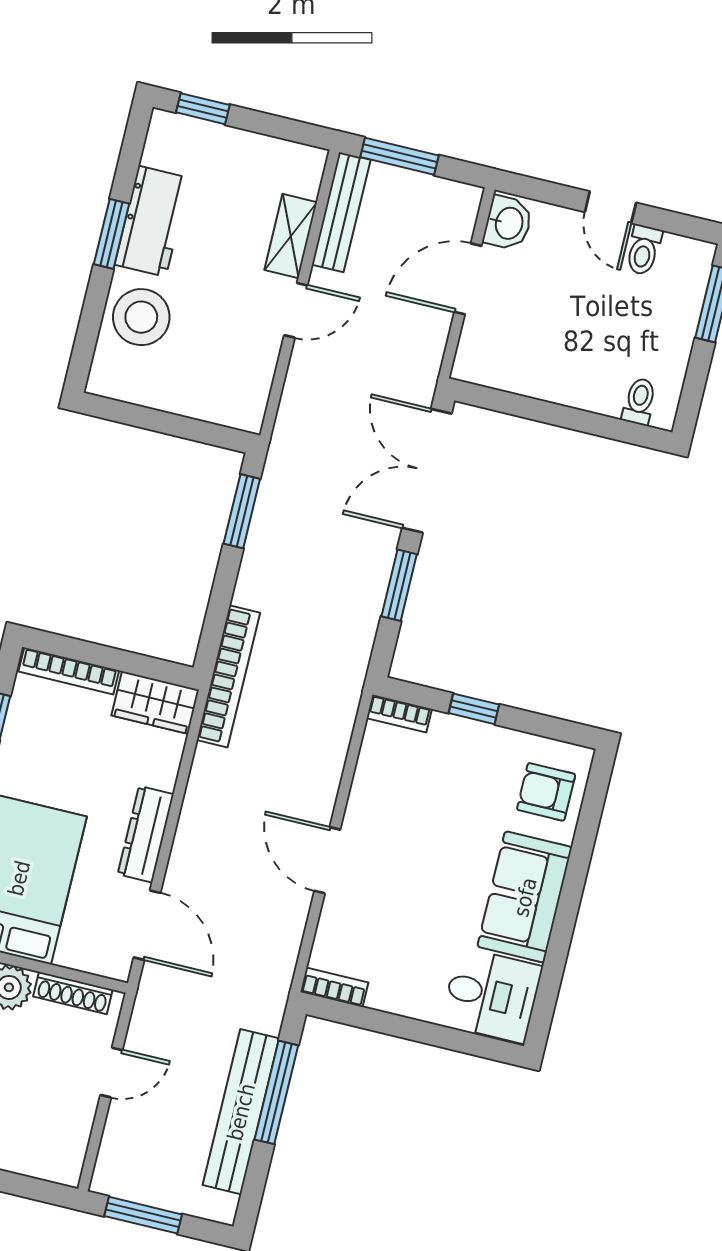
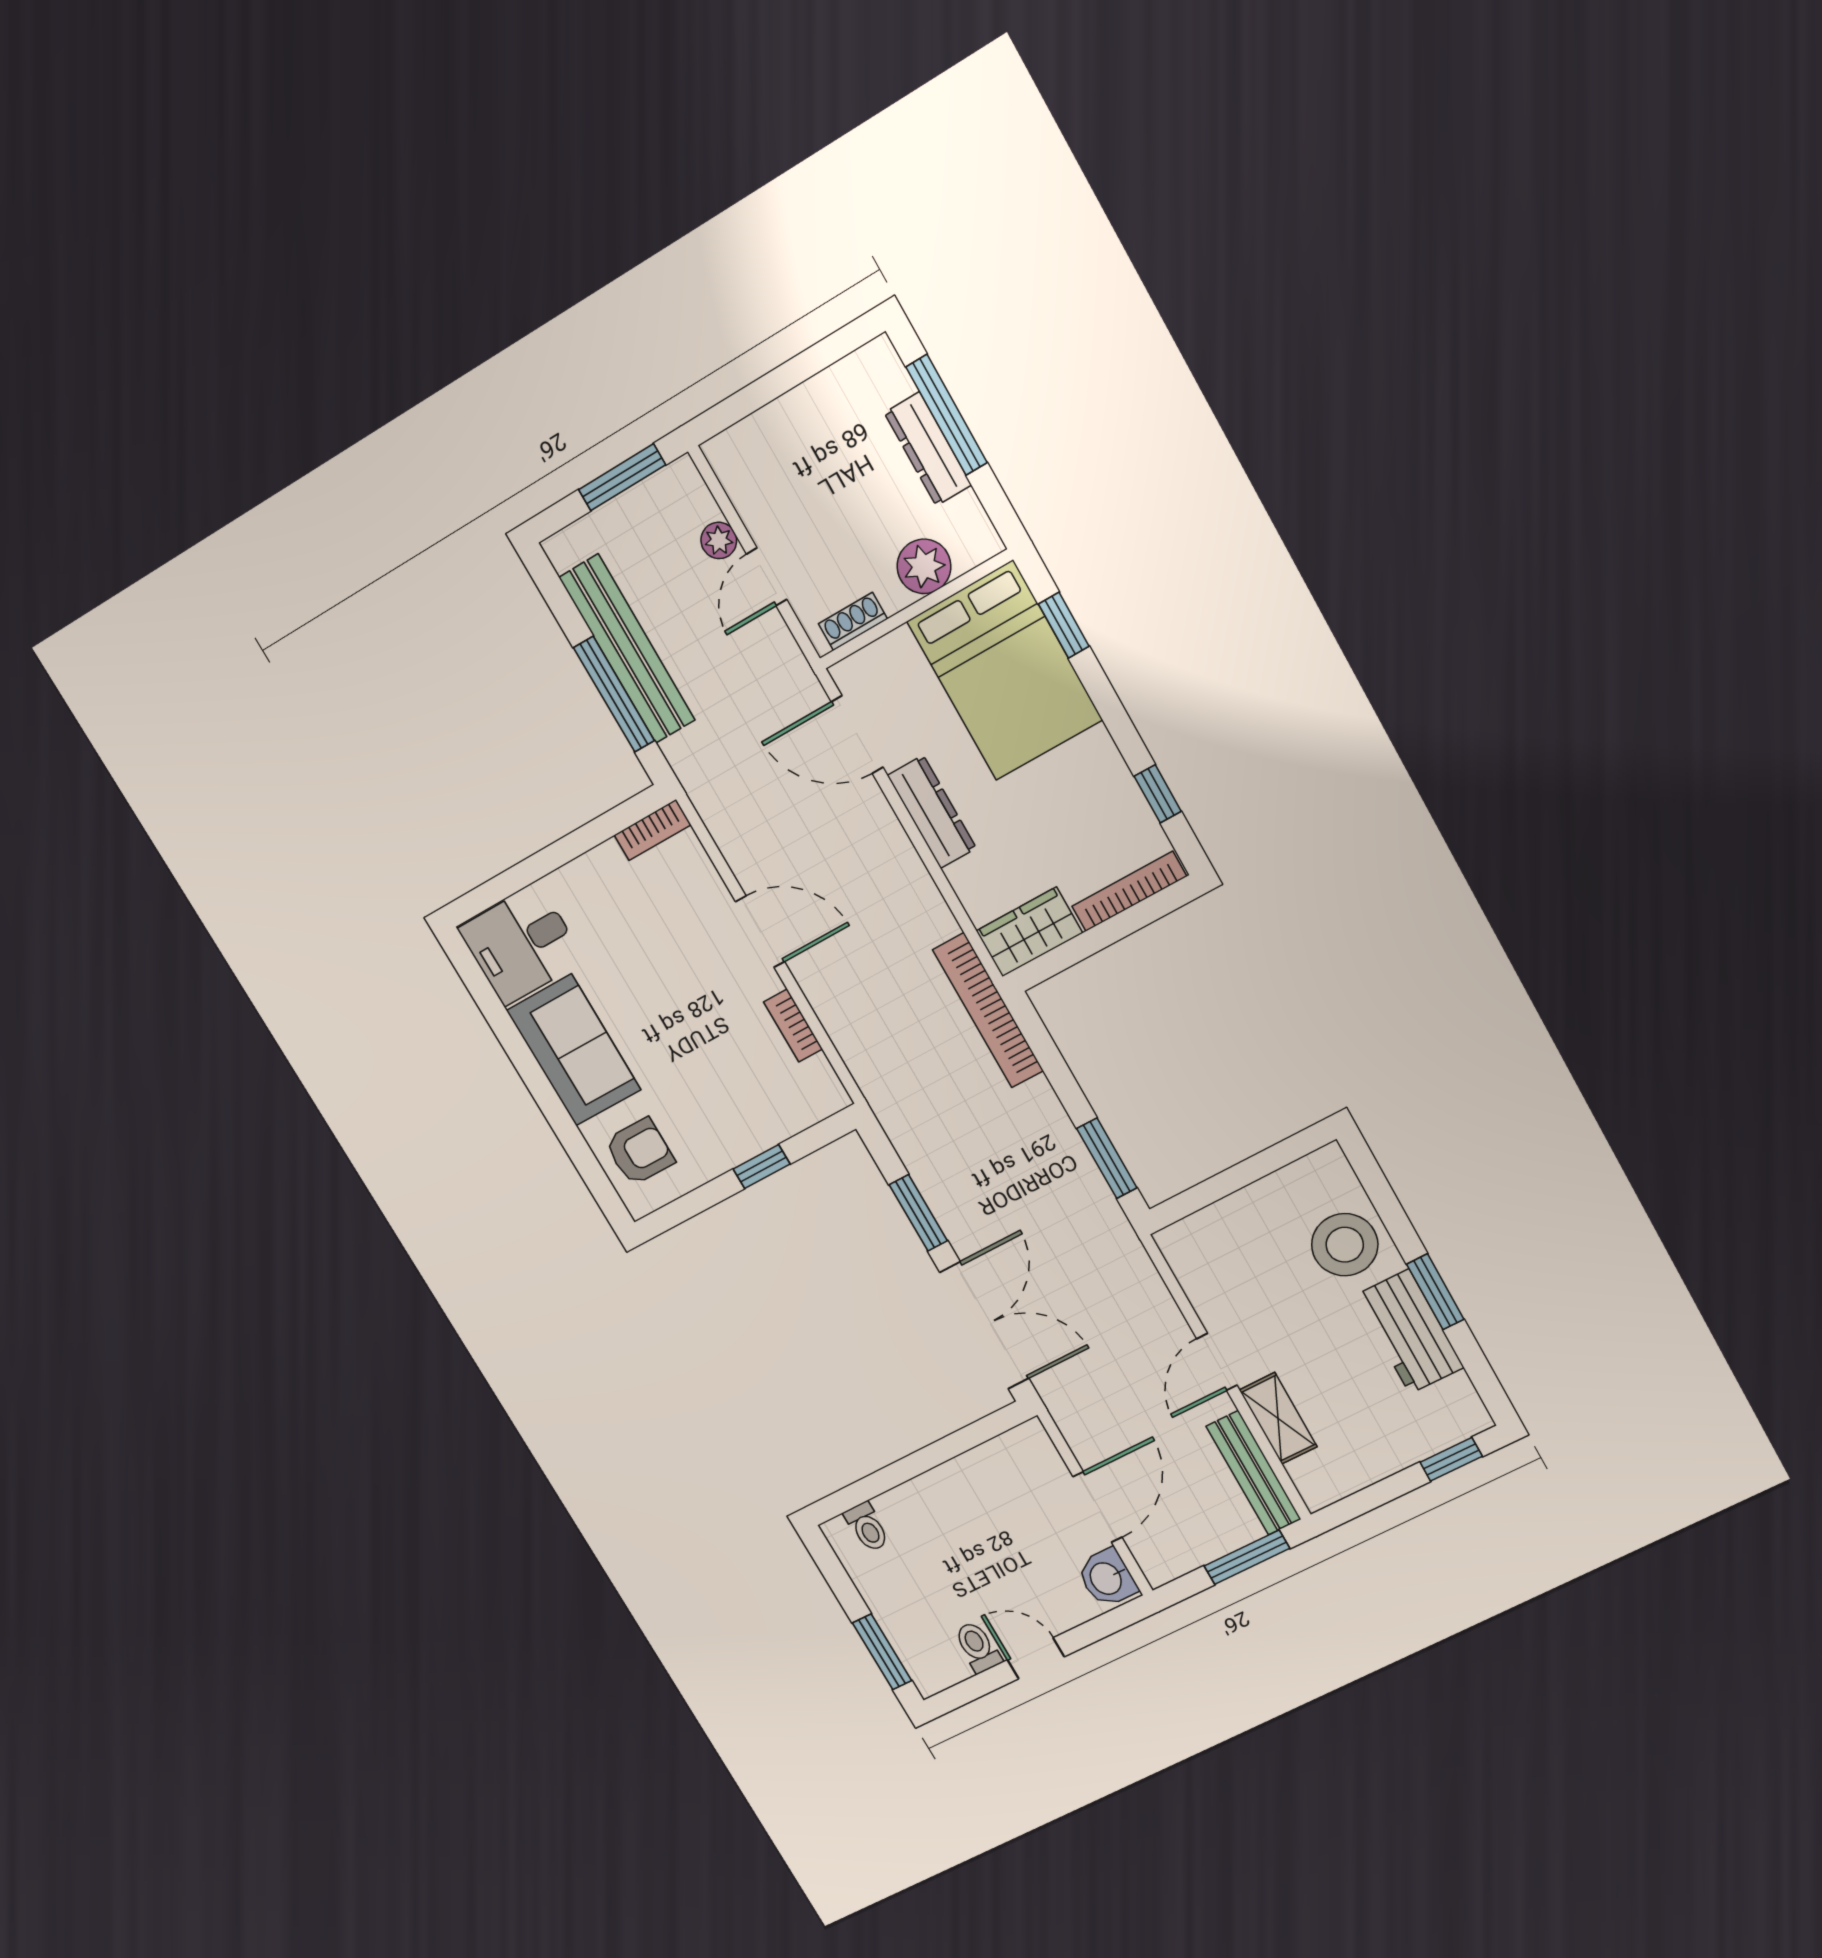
bookcase: (399, 714) -> (793, 1025), moved, turned -90
shoe rack: (73, 993) -> (853, 621), width x0.70
plant: (120, 1122) -> (719, 540), added

